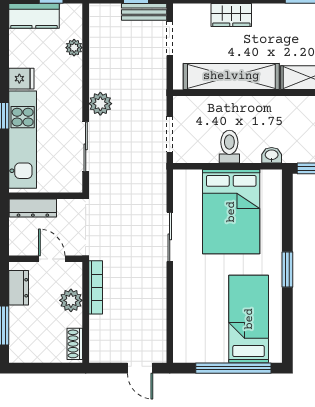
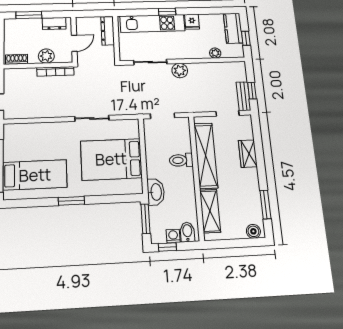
toilet: (229, 147) -> (181, 160), moved, turned 180
washbasin: (272, 155) -> (156, 192), width x1.91, depth x1.45

